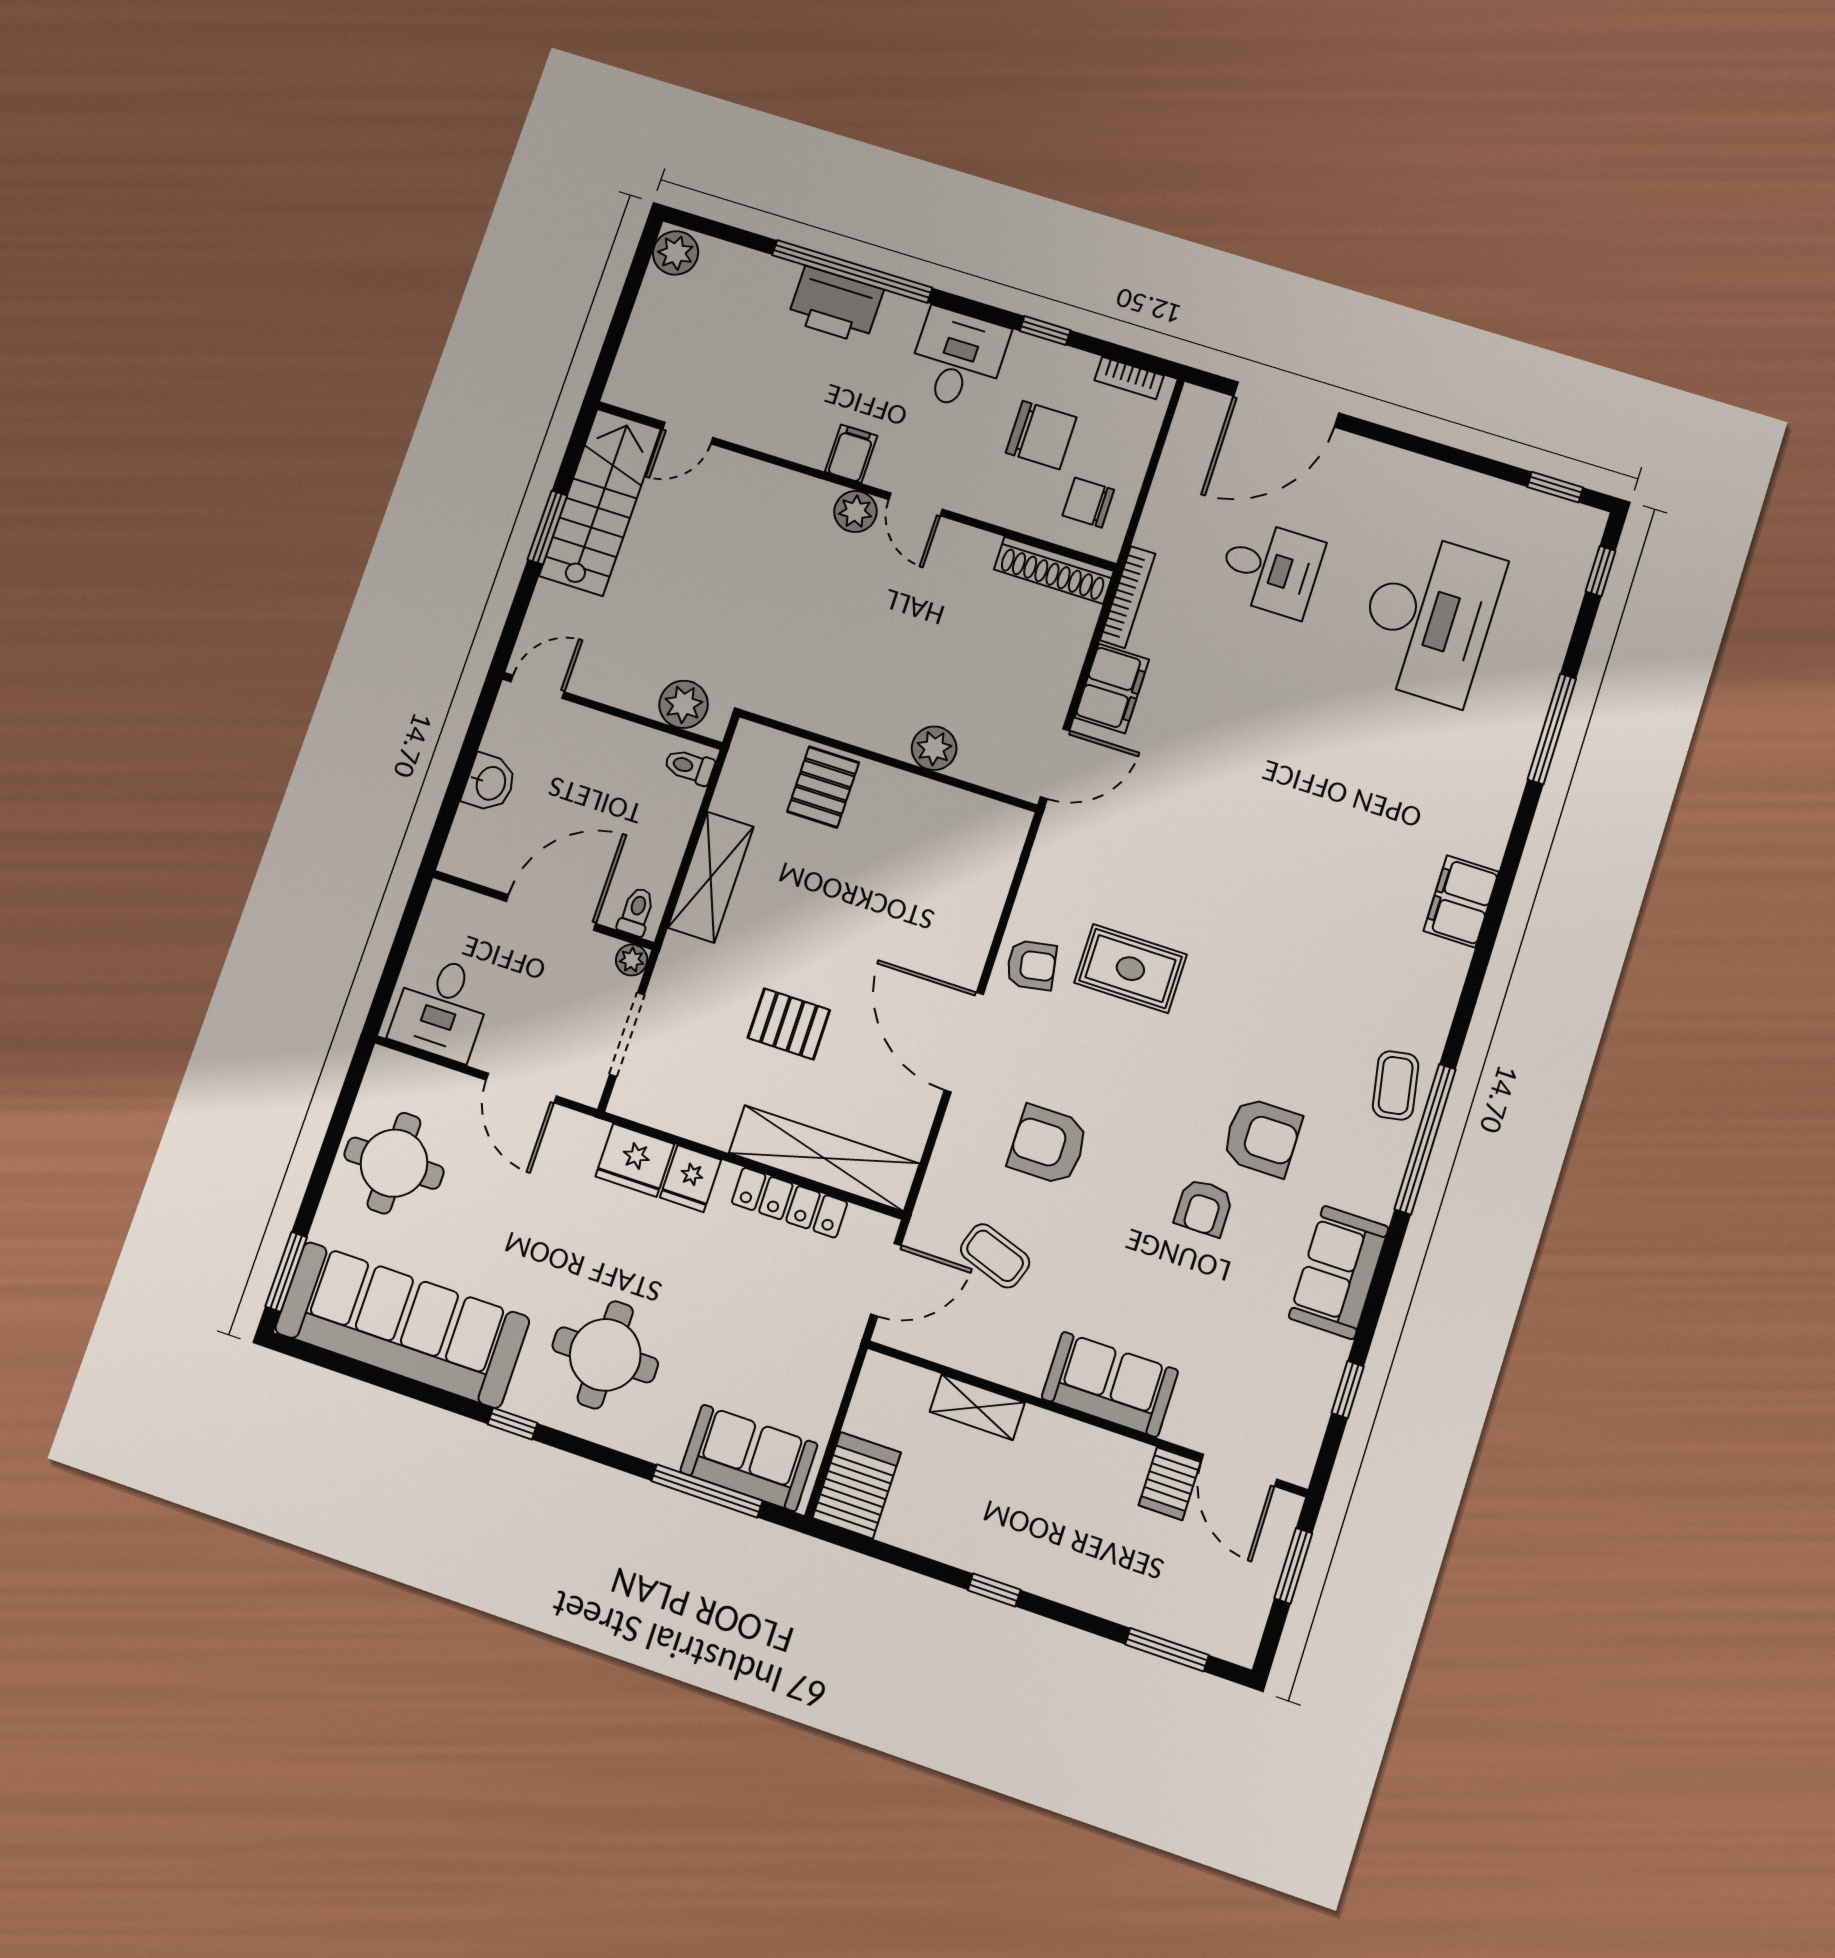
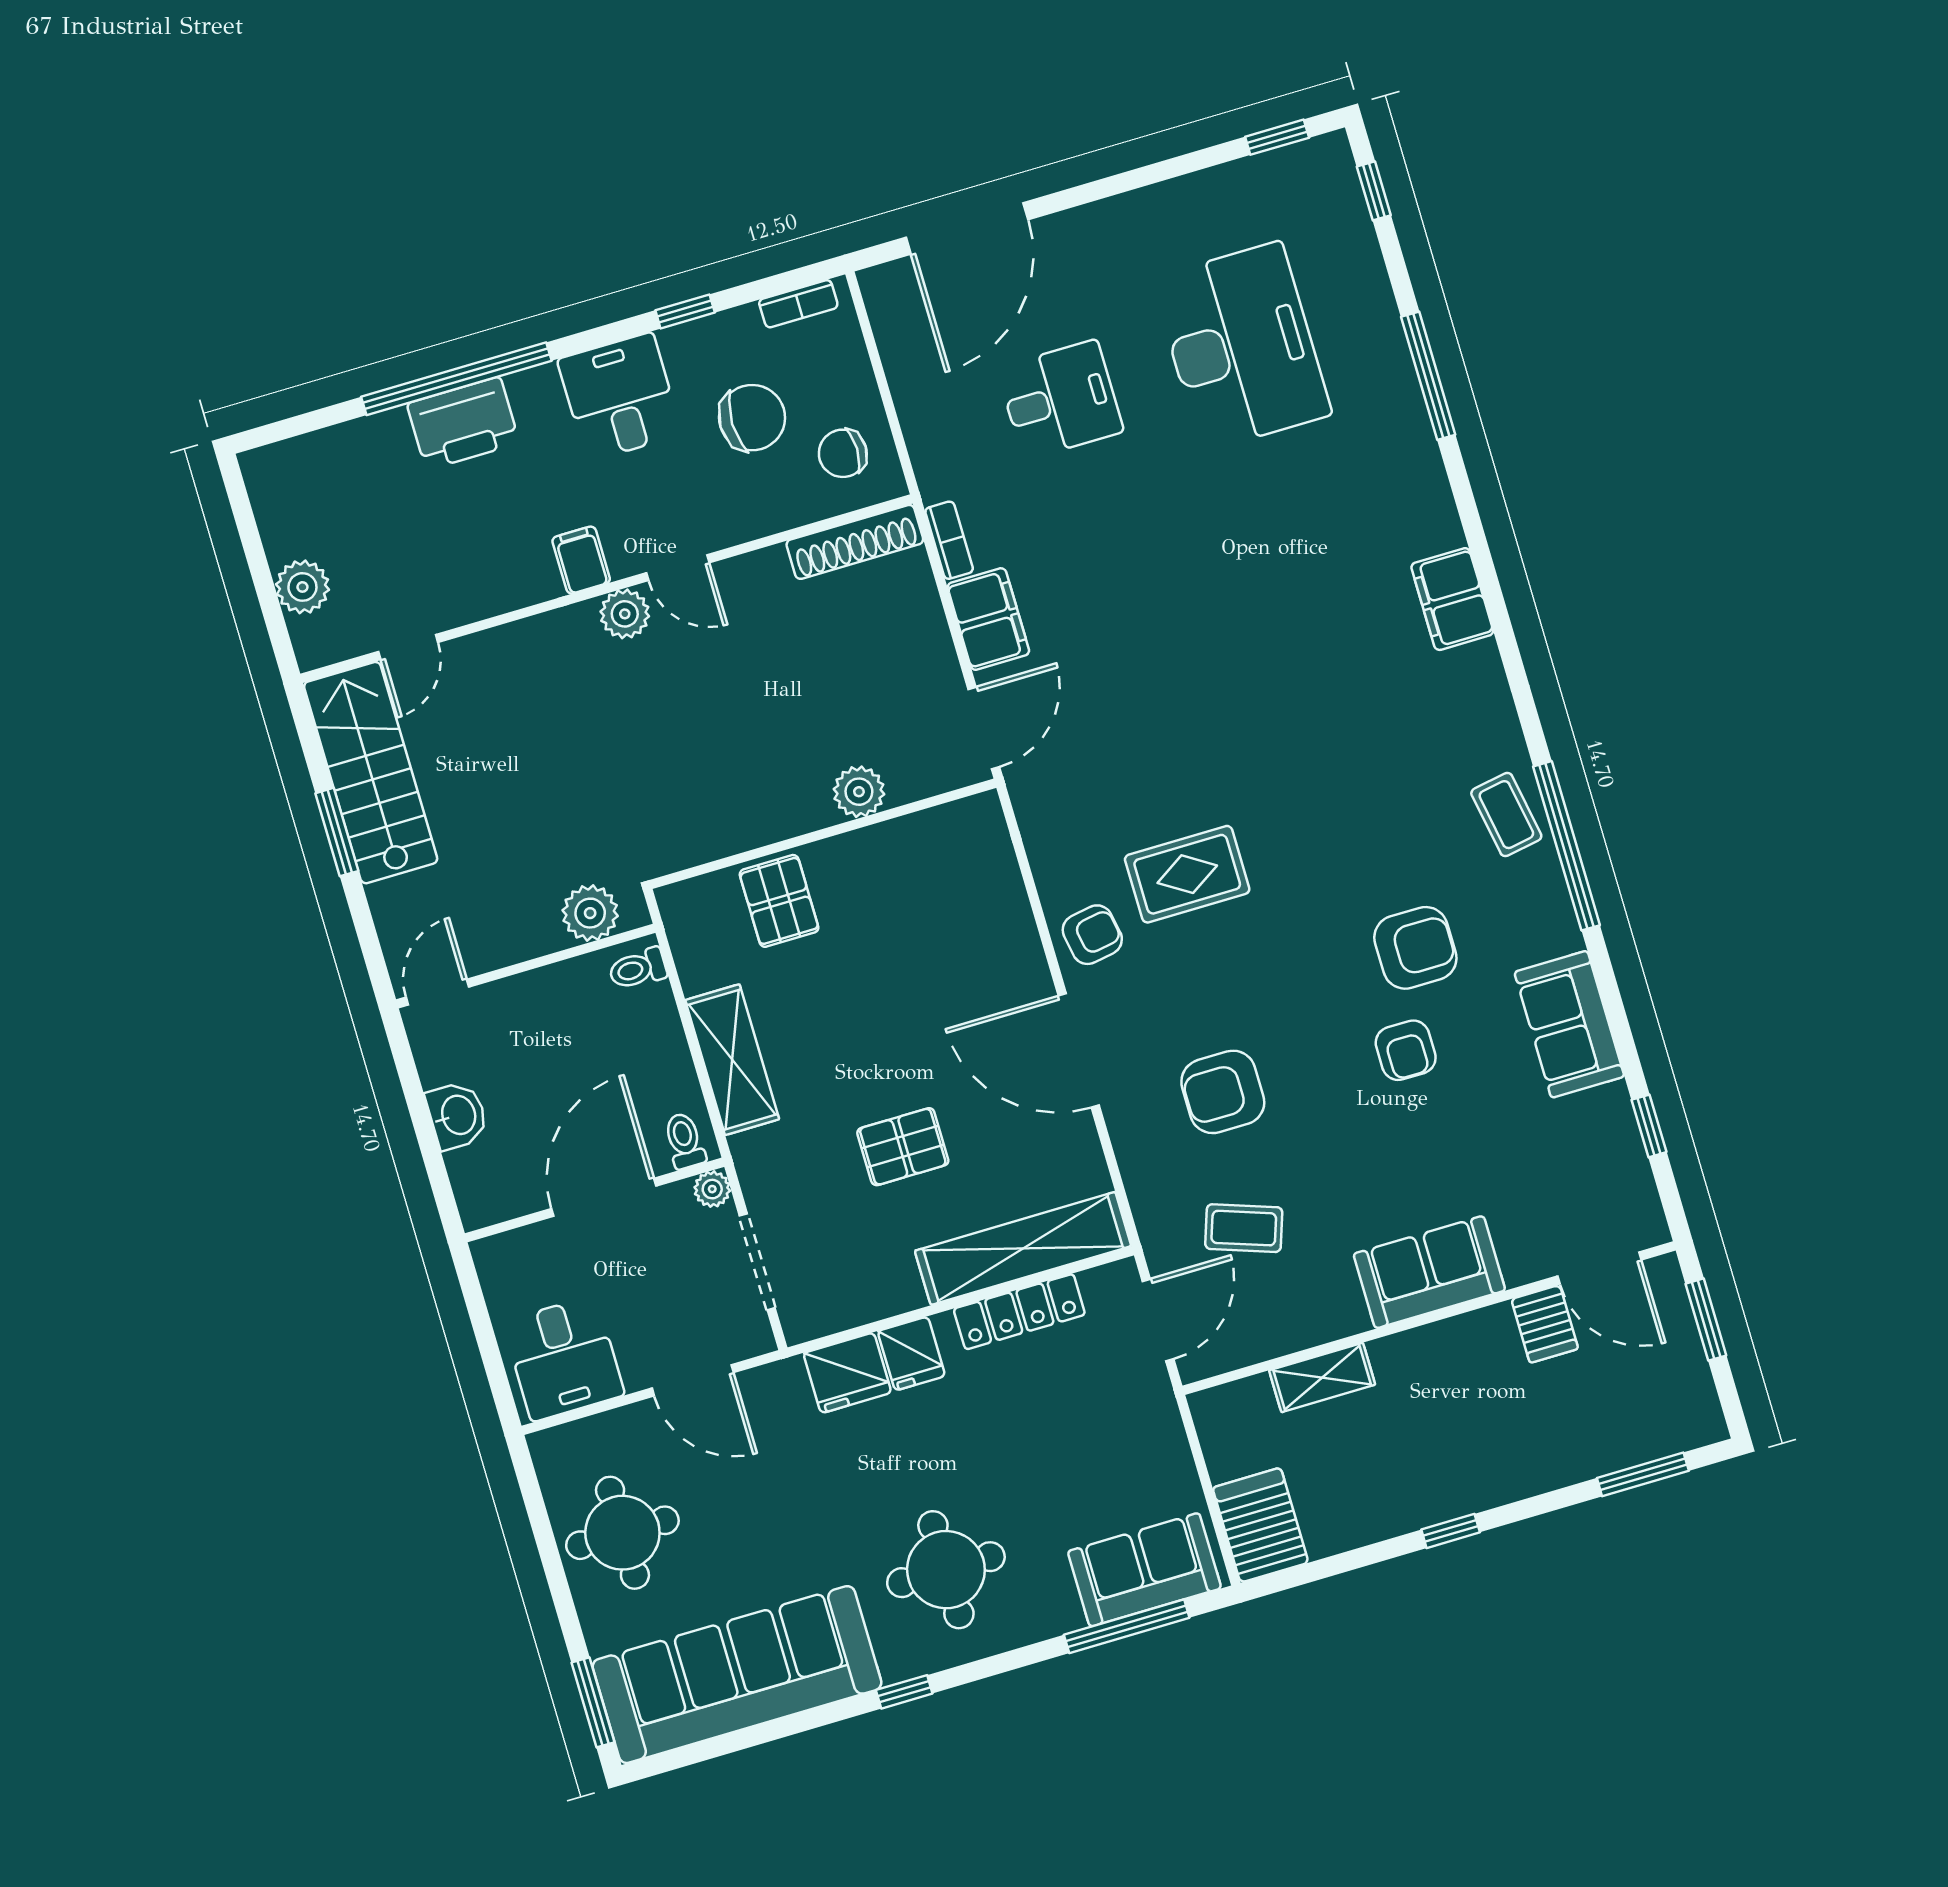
plant: (676, 253) -> (302, 587), moved
bookcase: (1128, 597) -> (949, 540), width x0.64

